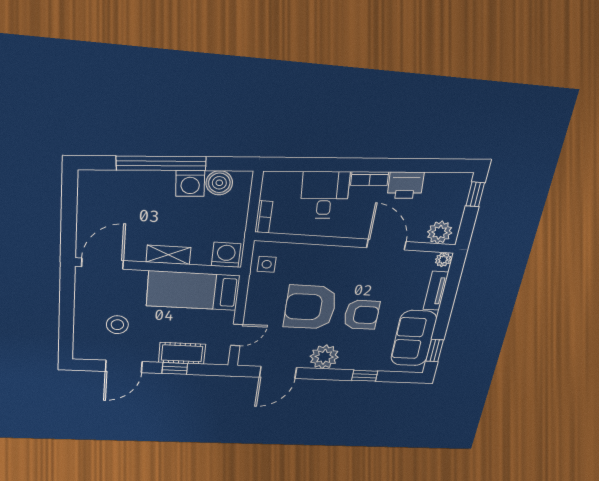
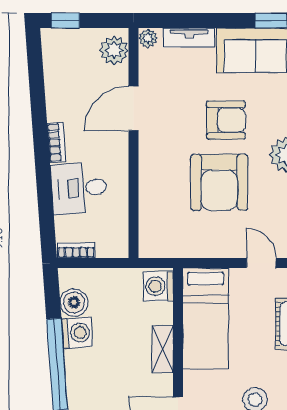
printer: (406, 185) -> (61, 101), removed
bookcase: (264, 217) -> (76, 251), moved
side table: (267, 264) -> (167, 240), removed
armchair: (361, 315) -> (226, 120), turned 90

